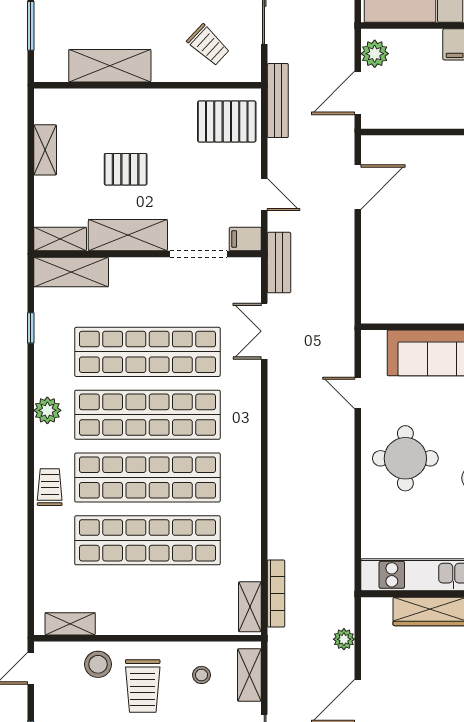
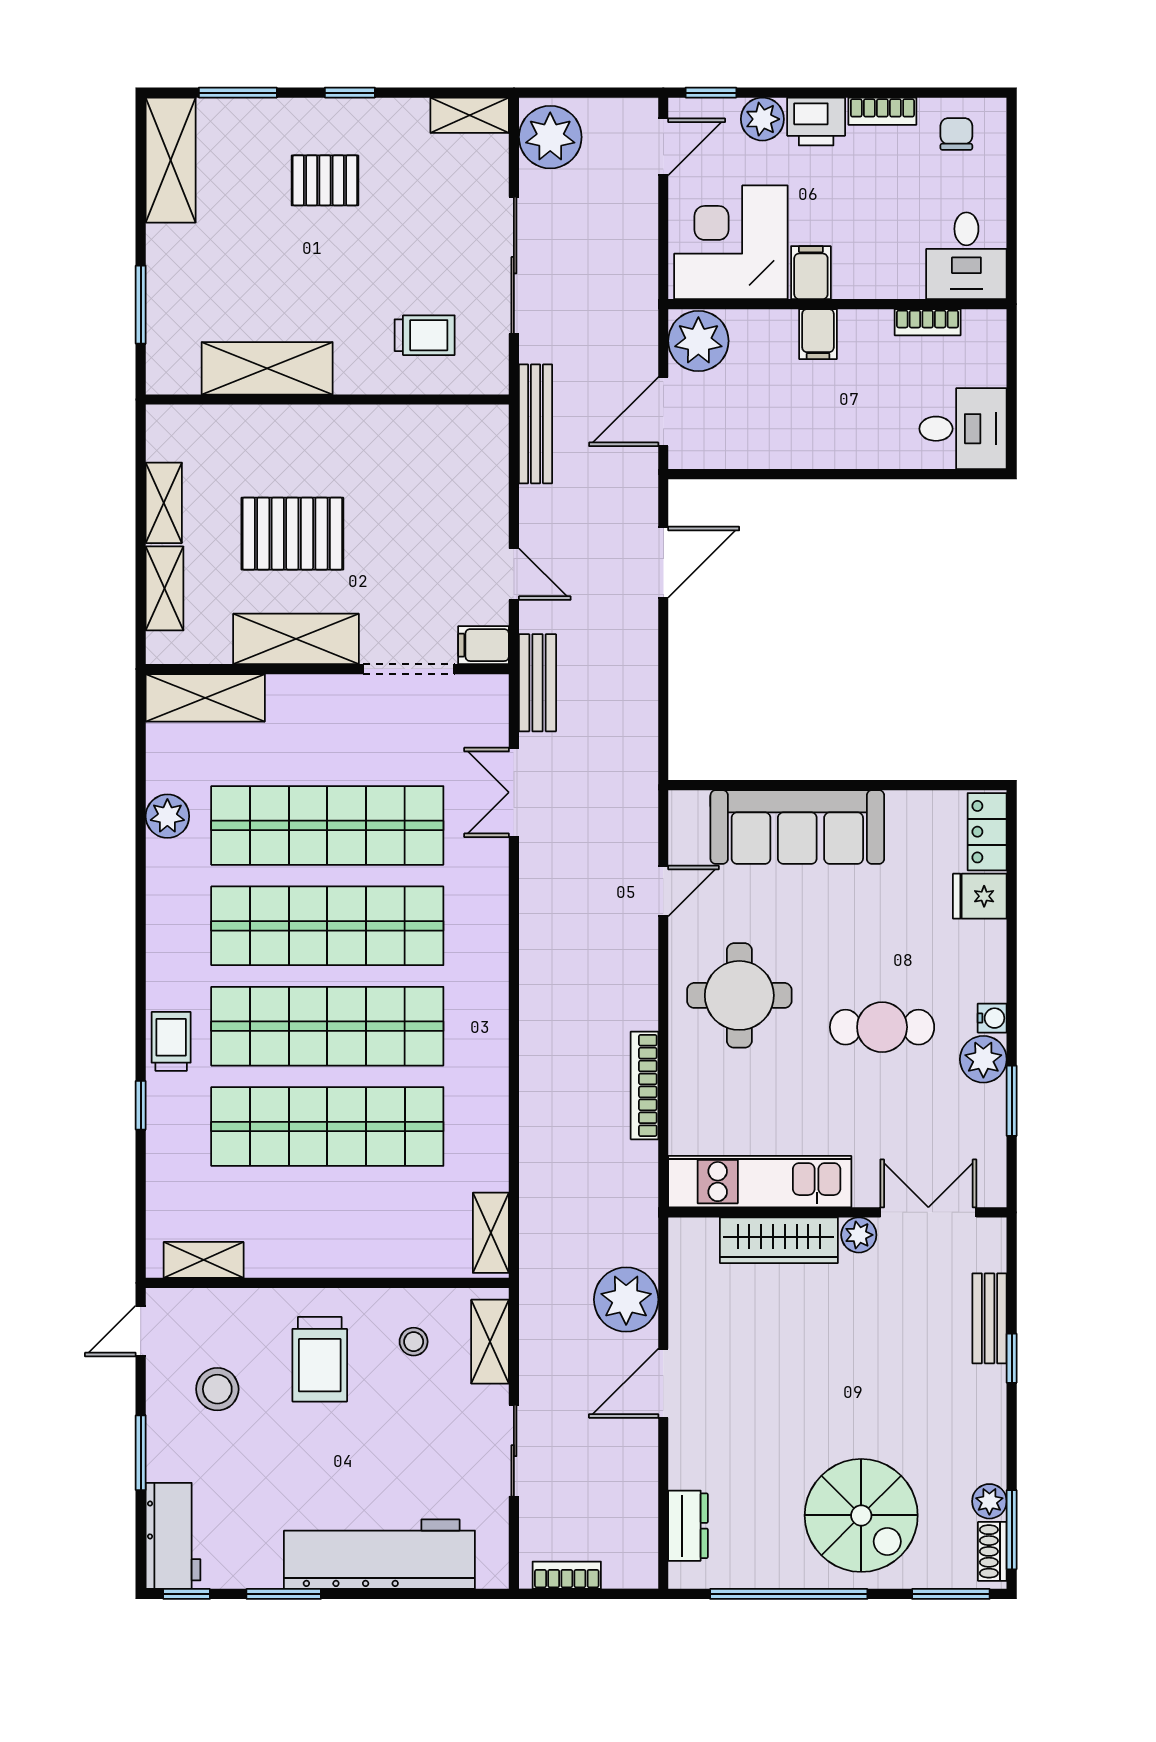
trolley: (208, 45) -> (425, 335), turned -43
plant: (375, 54) -> (698, 341), width x1.36, depth x1.36
pallet: (227, 121) -> (454, 457), removed
pallet: (126, 169) -> (292, 534), width x1.50, depth x1.42
shelving: (60, 239) -> (165, 588), moved, turned 90
window: (31, 328) -> (141, 1105), moved
door: (358, 393) -> (663, 891), swing flipped
plant: (47, 410) -> (167, 816), moved
bookcase: (276, 593) -> (644, 1085), moved, turned 180
plant: (344, 639) -> (626, 1300), width x1.87, depth x1.87
stool: (98, 664) -> (217, 1389), moved

